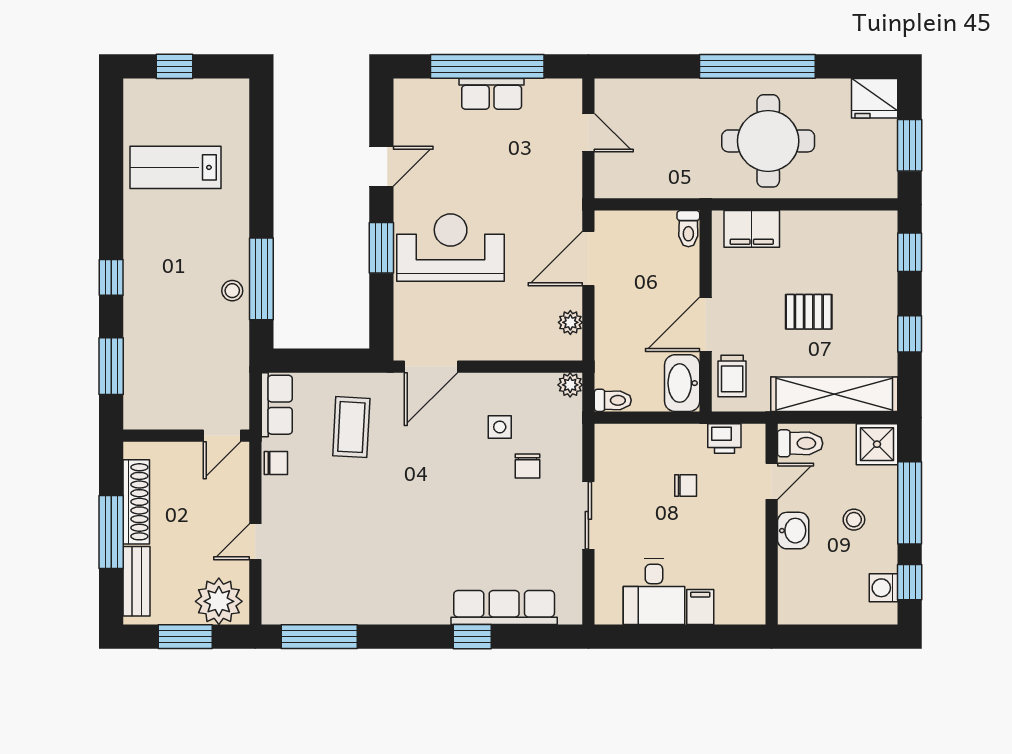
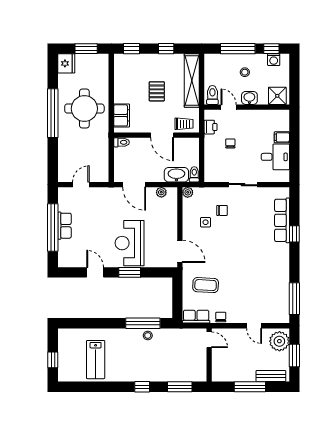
washbasin: (682, 383) -> (176, 175), moved, turned 180
shower: (877, 444) -> (277, 96), moved
shoe rack: (136, 502) -> (237, 376), removed

